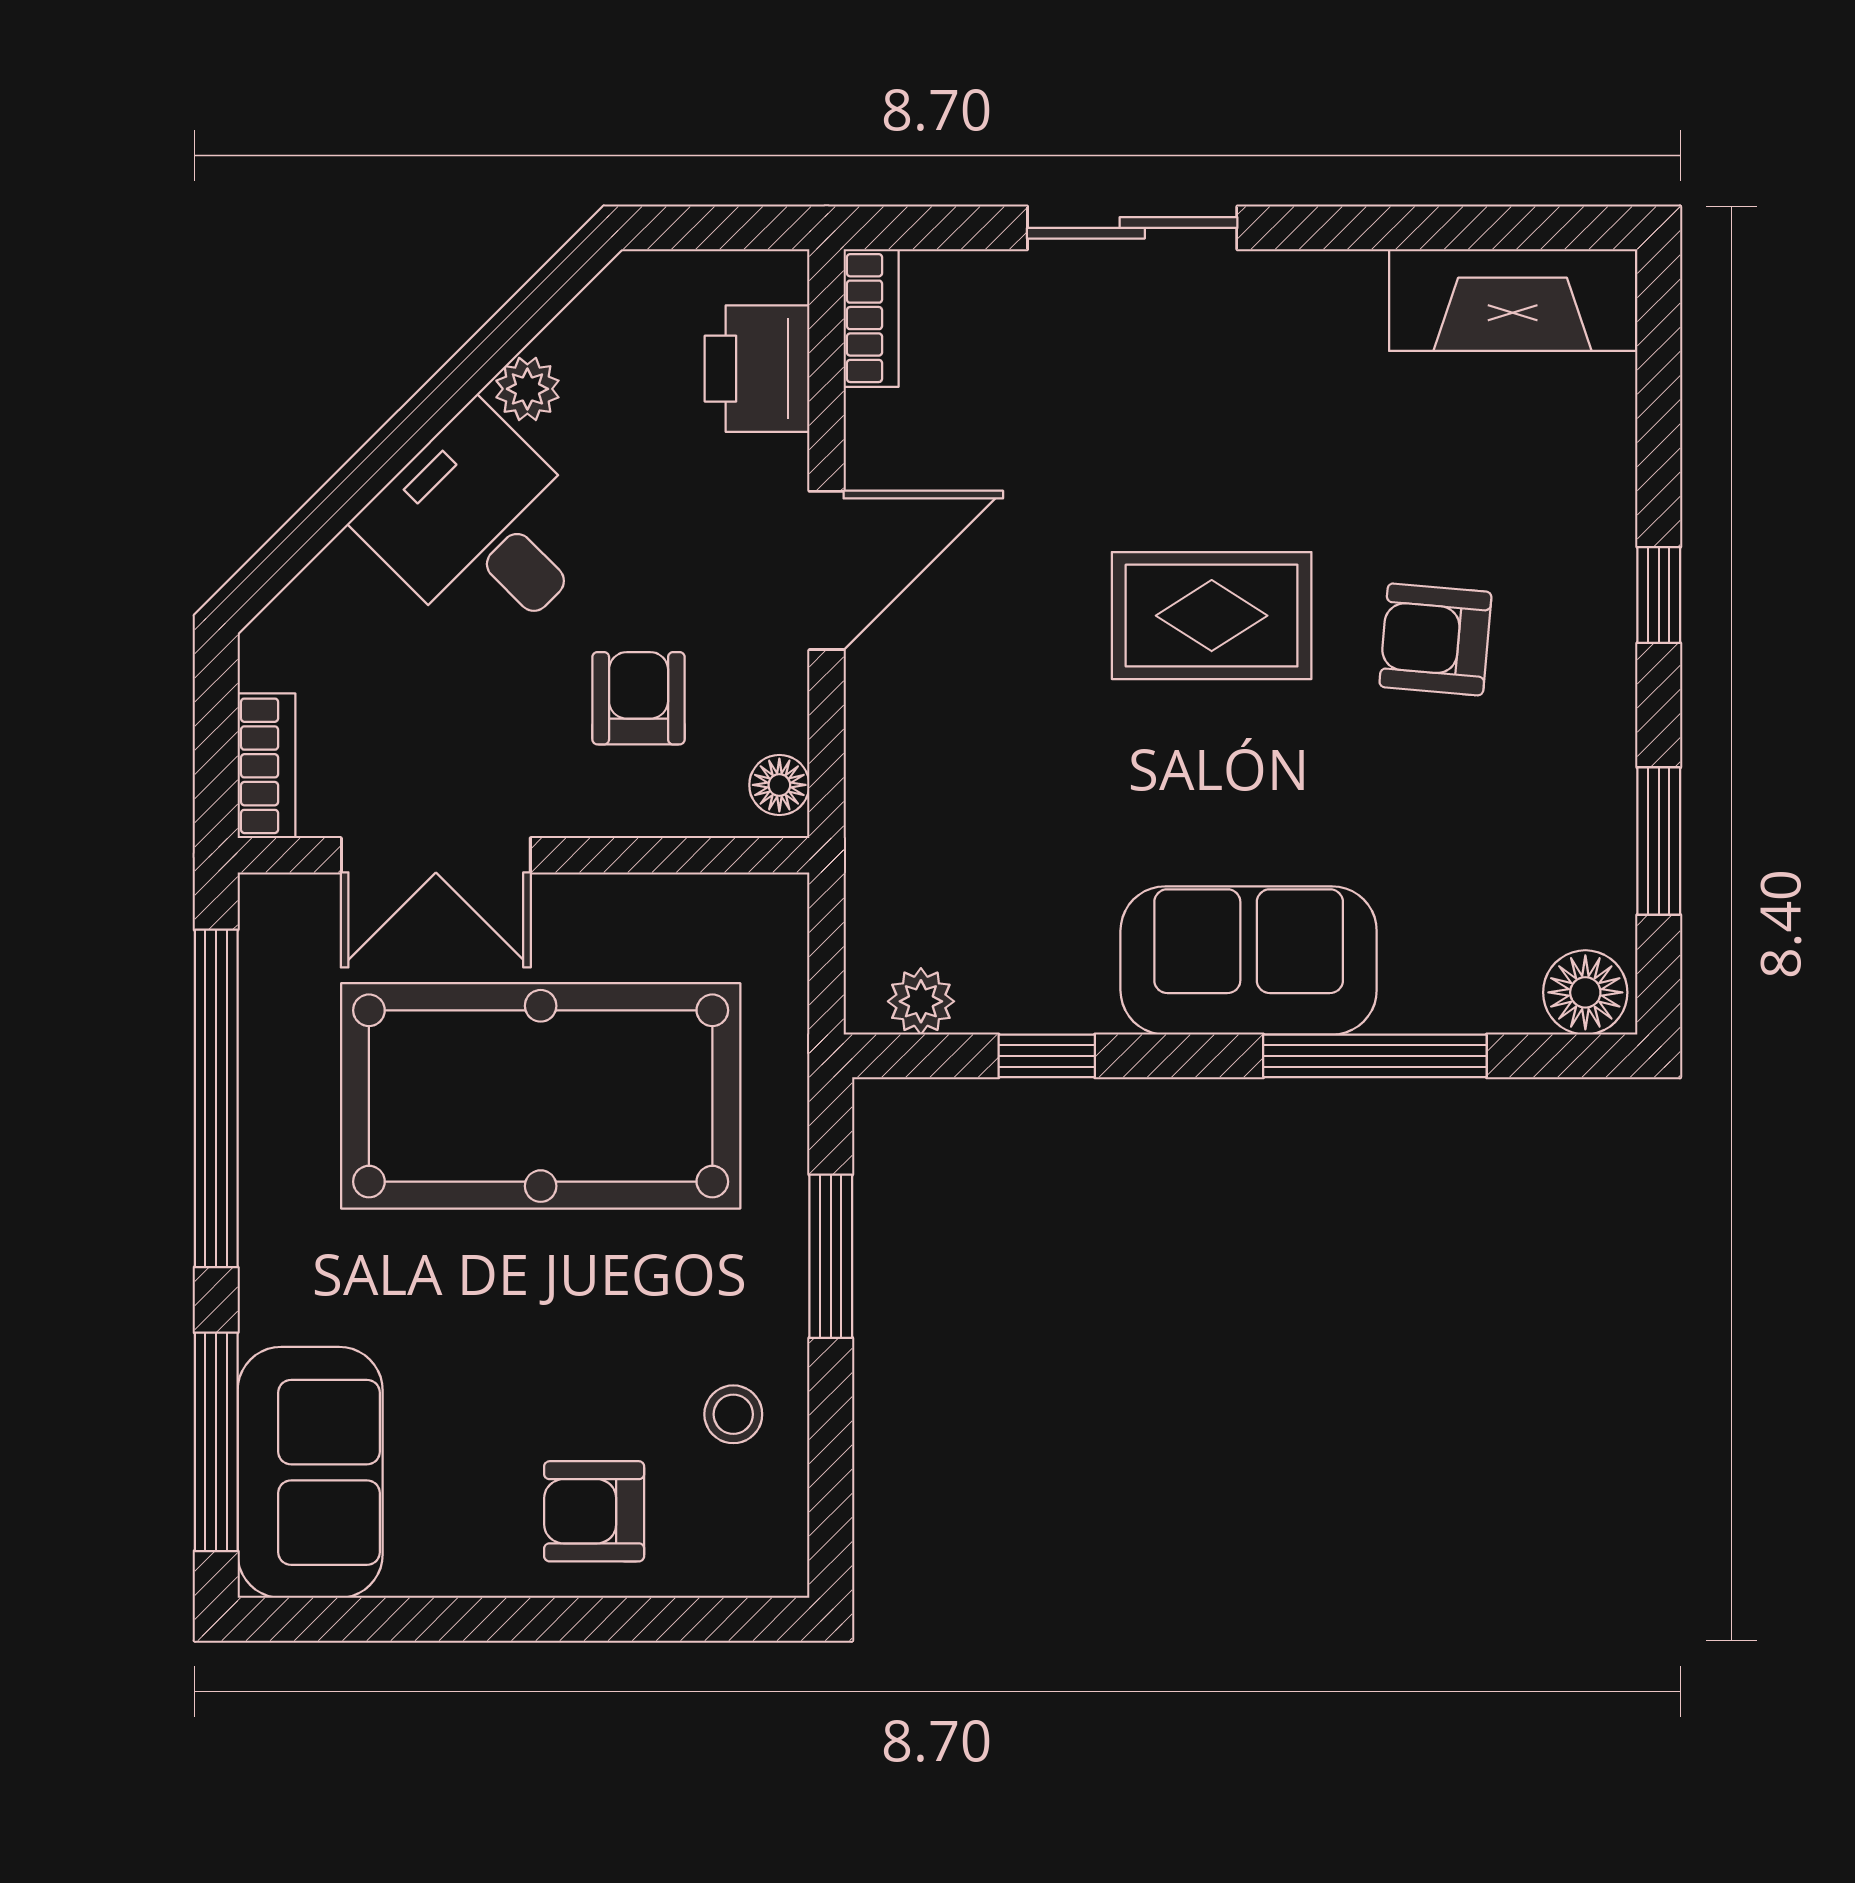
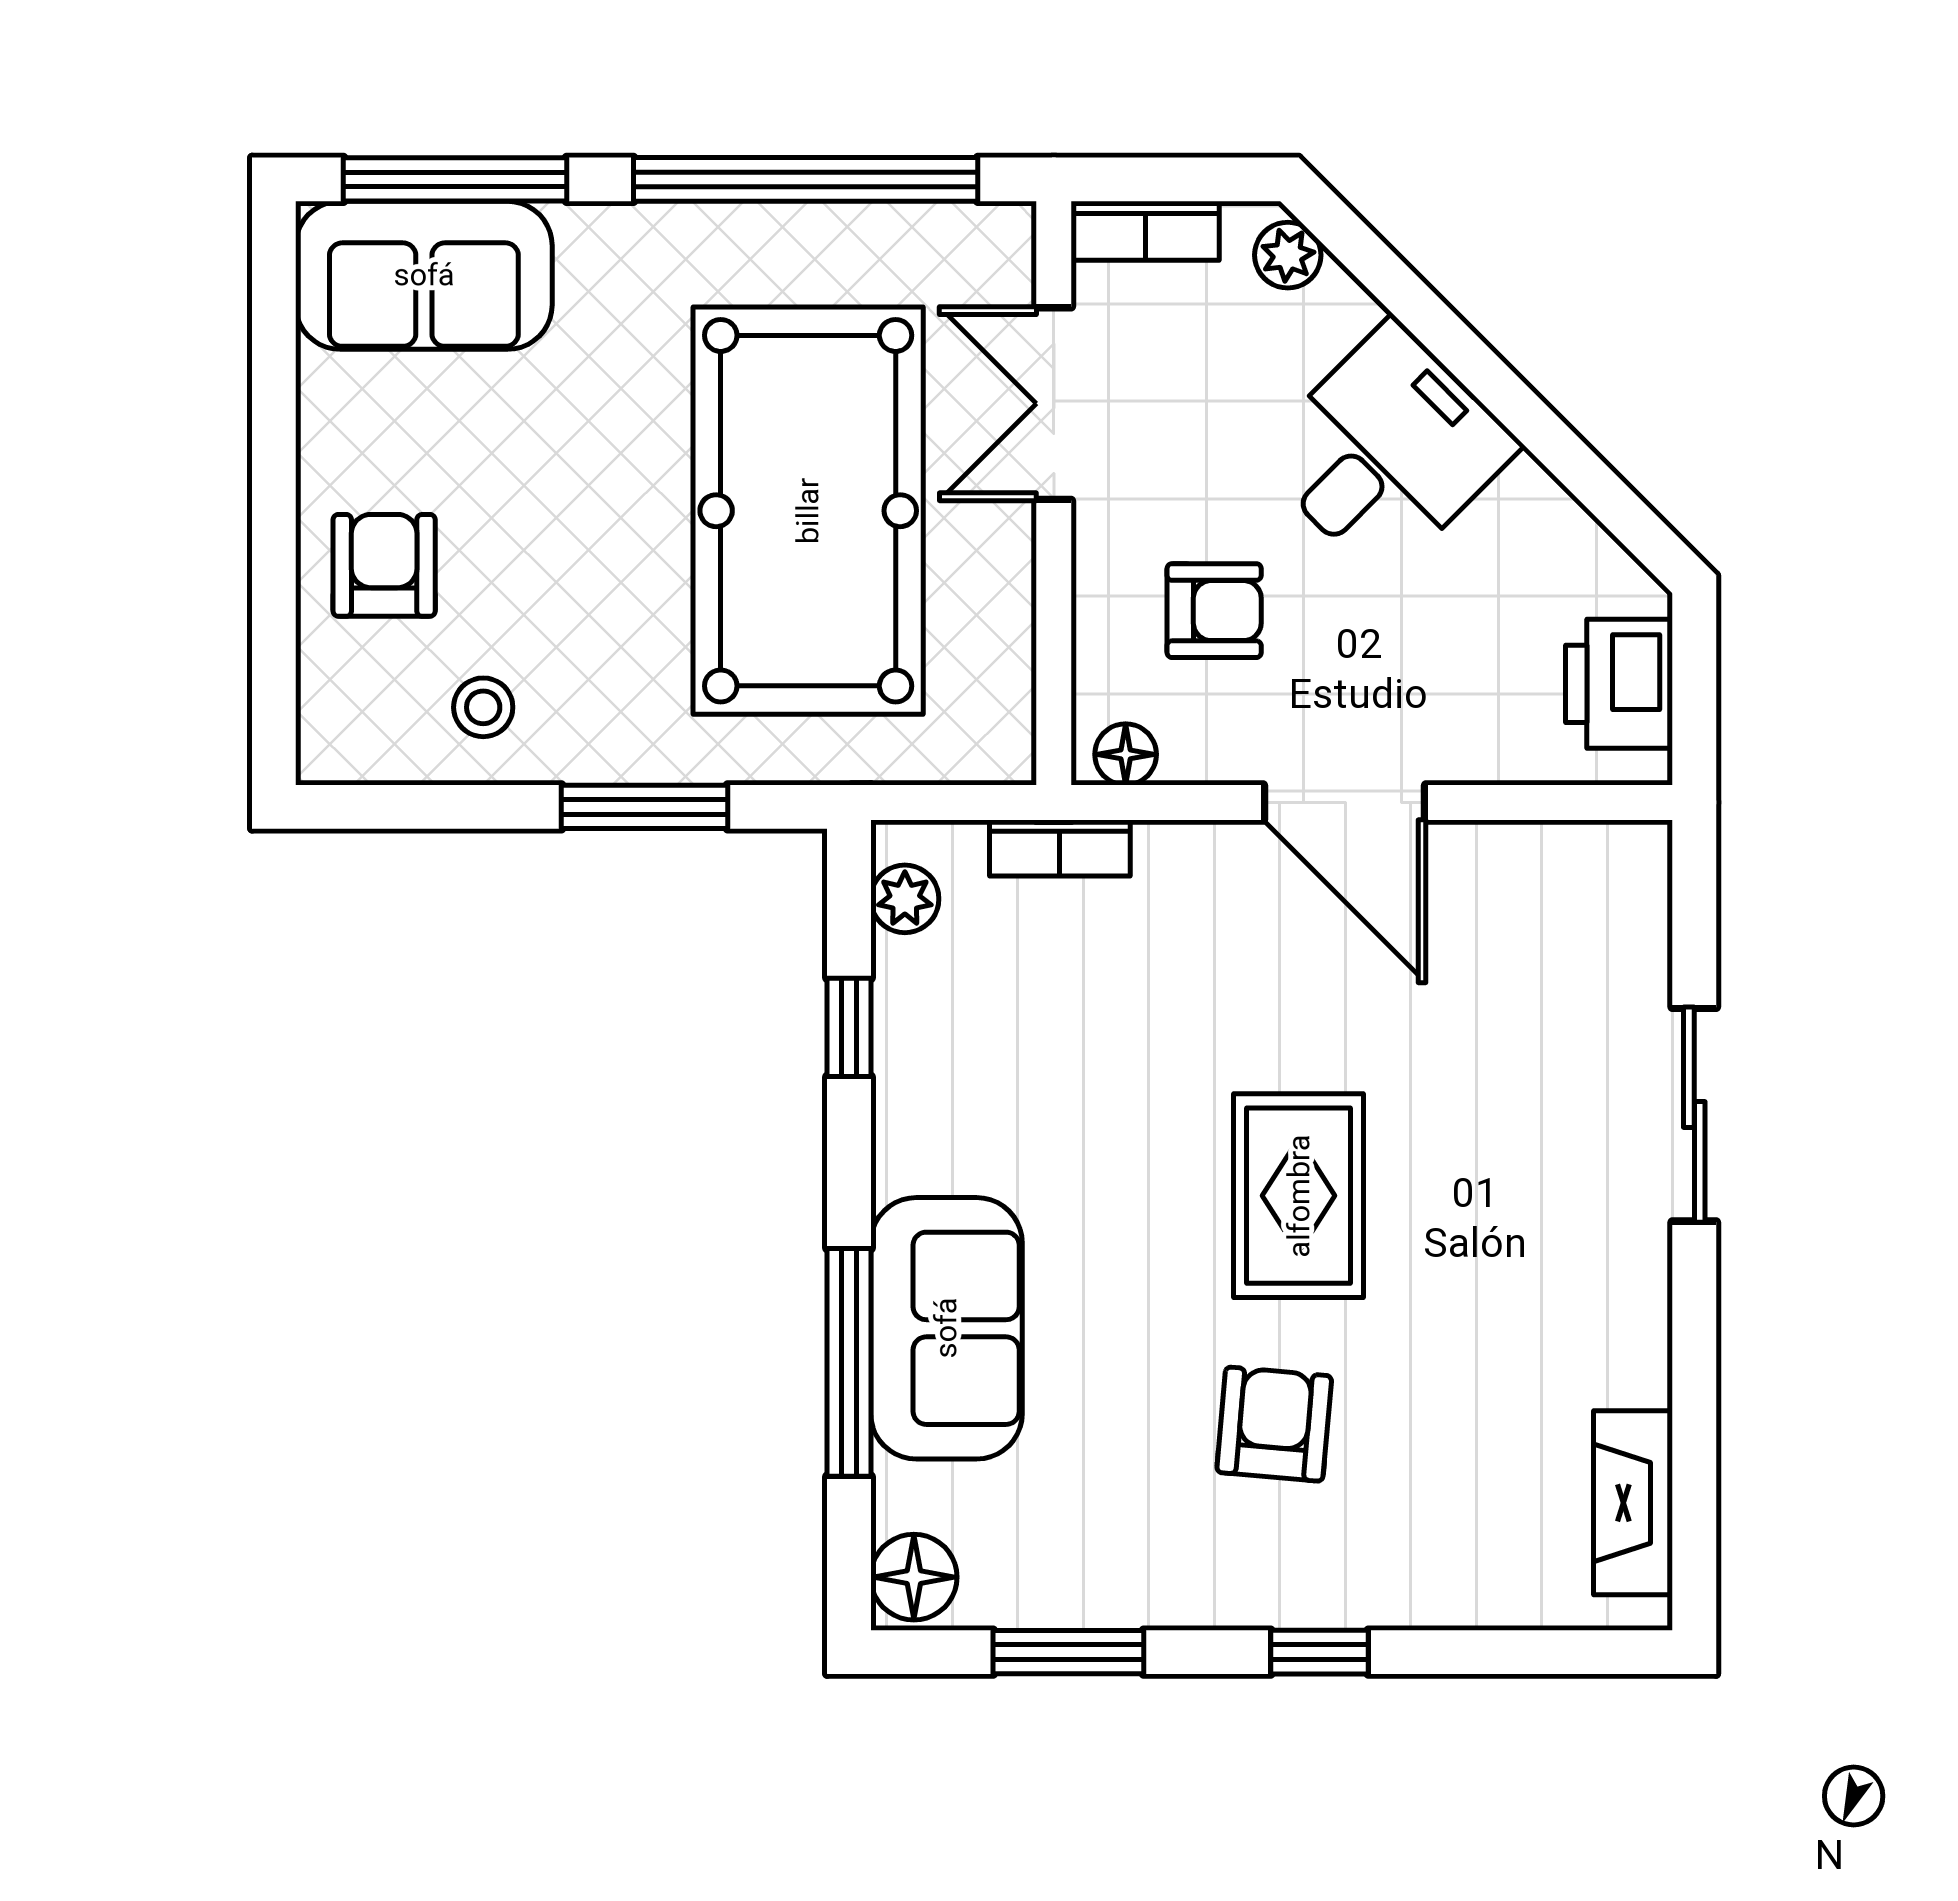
fireplace: (1513, 300) -> (1633, 1503), width x0.73, depth x0.76
bookcase: (871, 318) -> (1060, 848), moved
printer: (757, 369) -> (1619, 684), moved, turned -90
plant: (527, 389) -> (1288, 255), moved
sofa: (1249, 960) -> (946, 1328), moved

